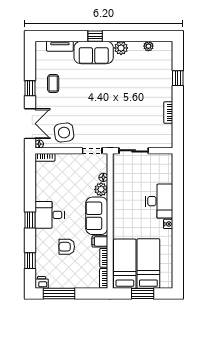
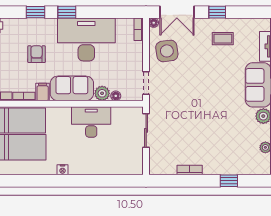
desk: (159, 201) -> (91, 122), moved, turned 180
desk: (50, 215) -> (86, 39), width x1.87, depth x1.30
window: (30, 261) -> (36, 12), moved

